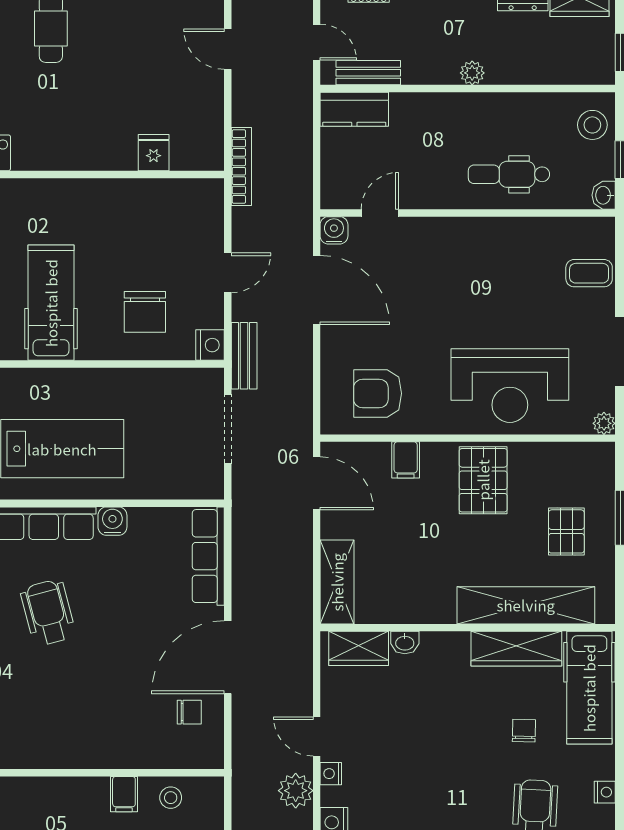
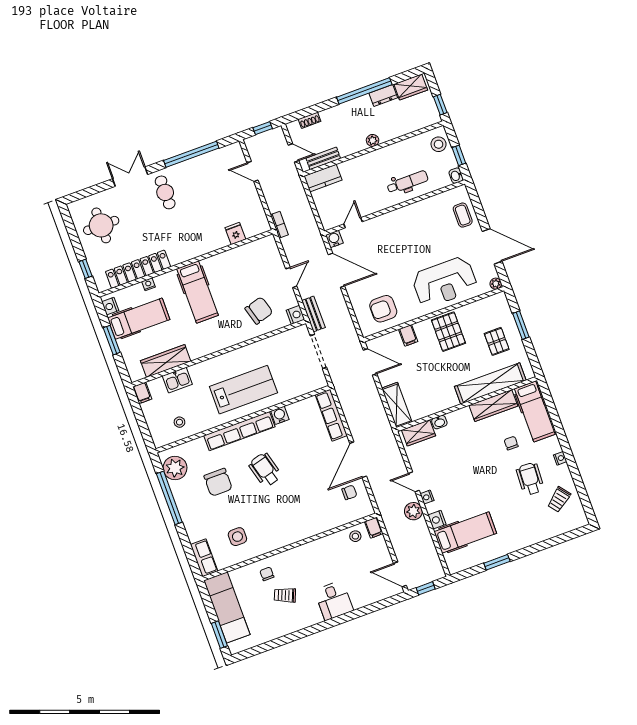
bookcase: (241, 167) -> (279, 225), width x0.64
dental chair: (509, 174) -> (408, 182), turned 180
coffee table: (589, 273) -> (463, 215), turned 90
hospital bed: (51, 303) -> (198, 292), moved, turned 180
chair: (145, 312) -> (259, 310), turned -106
filing cabinet: (124, 794) -> (374, 528), moved

